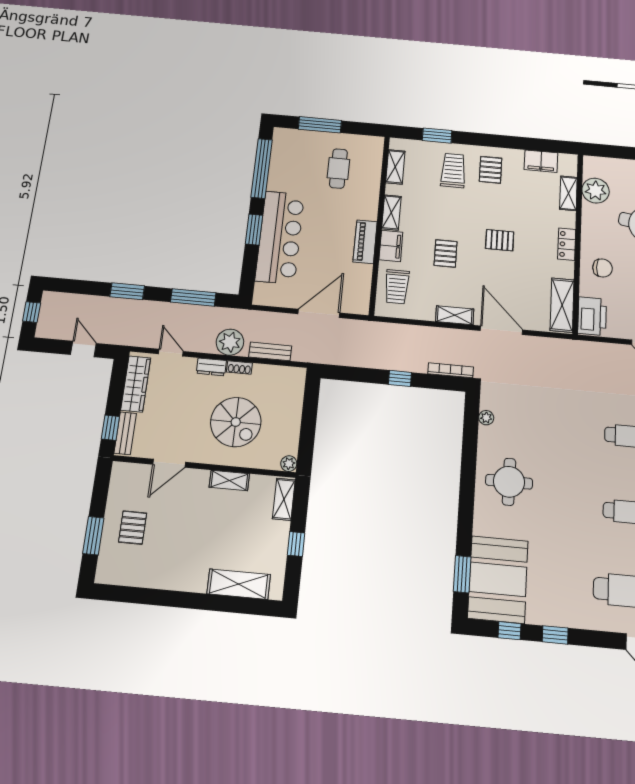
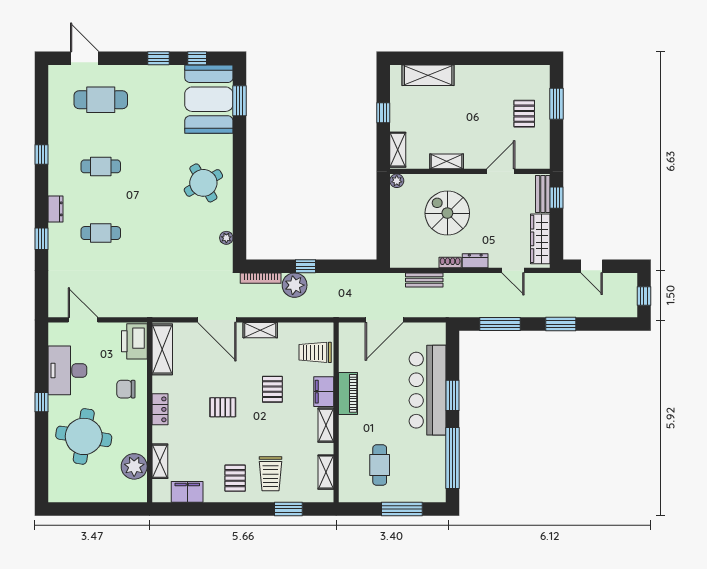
trolley: (397, 287) -> (315, 352), turned -90
plant: (230, 342) -> (295, 285), moved
round table: (509, 482) -> (203, 183), turned -30

